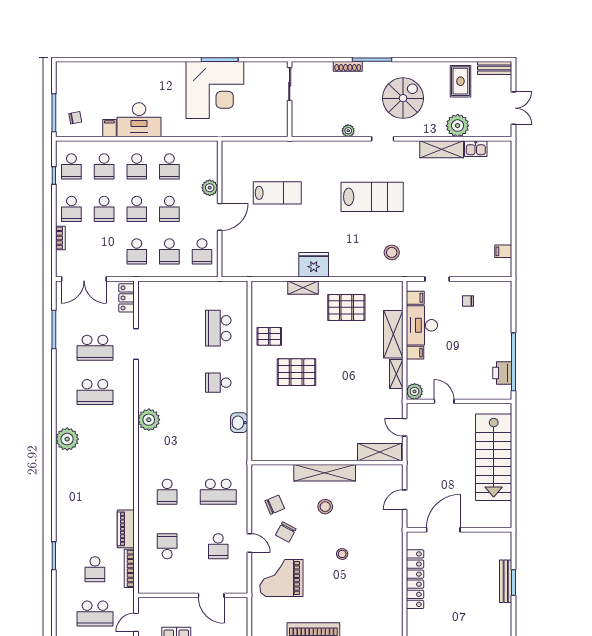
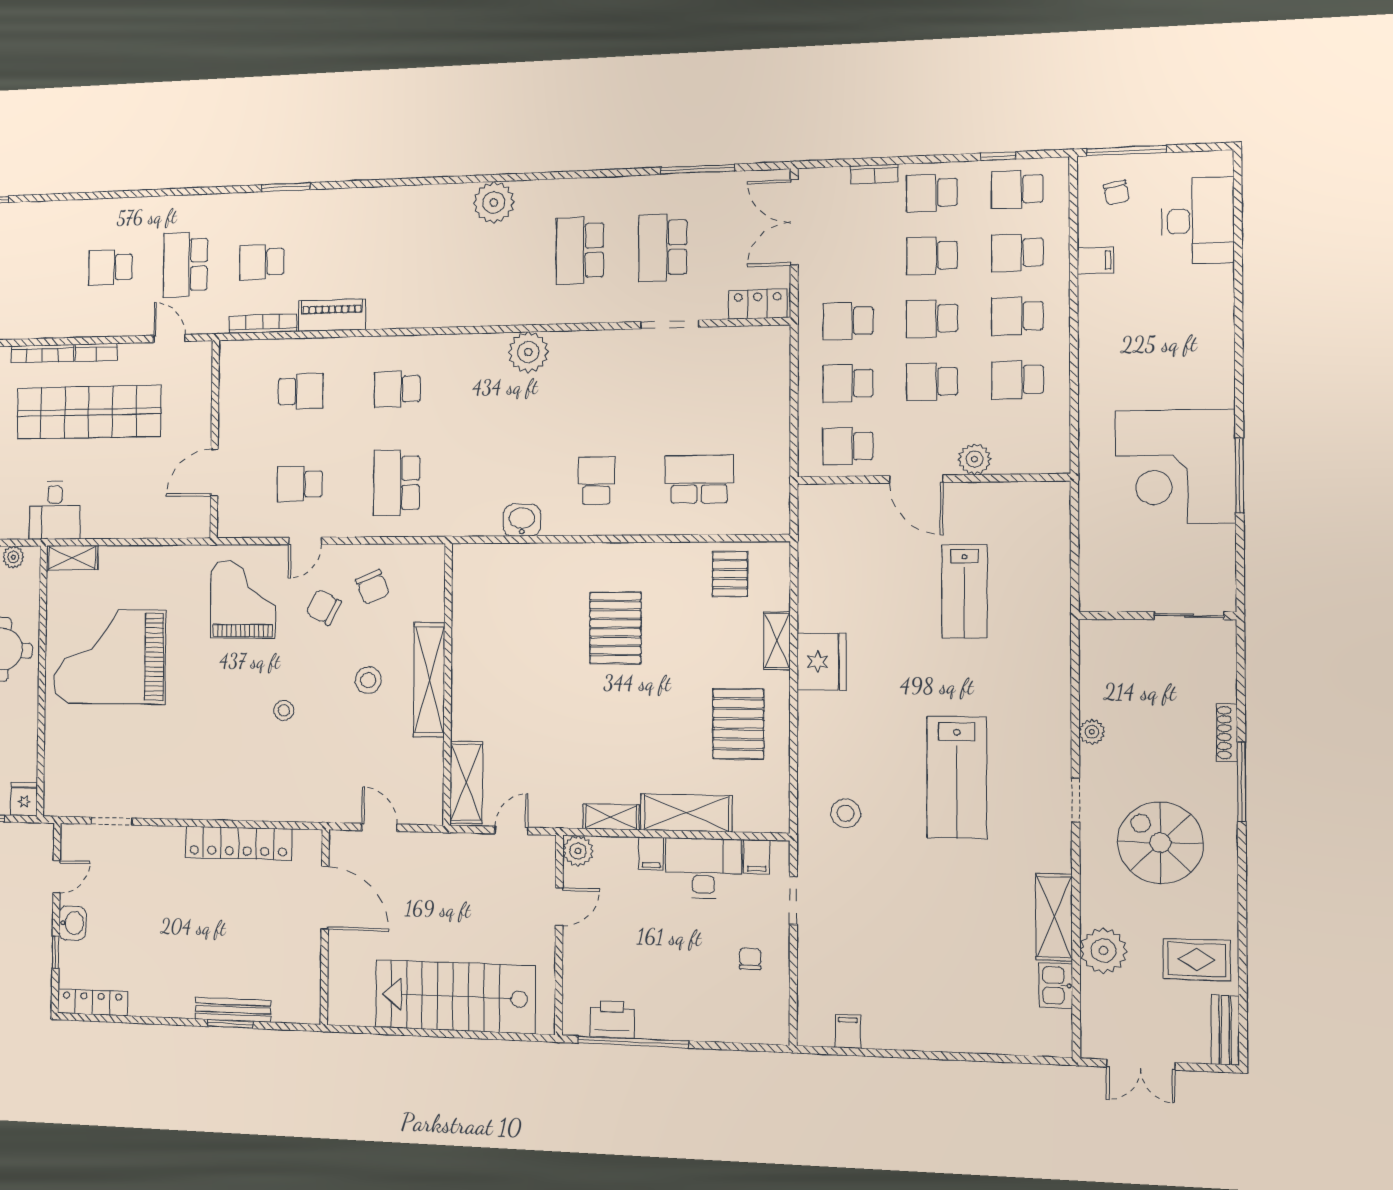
spiral stairs: (403, 98) -> (1160, 843), turned 180
desk: (139, 120) -> (1198, 221), moved, turned 180
pallet: (269, 336) -> (730, 574), moved

